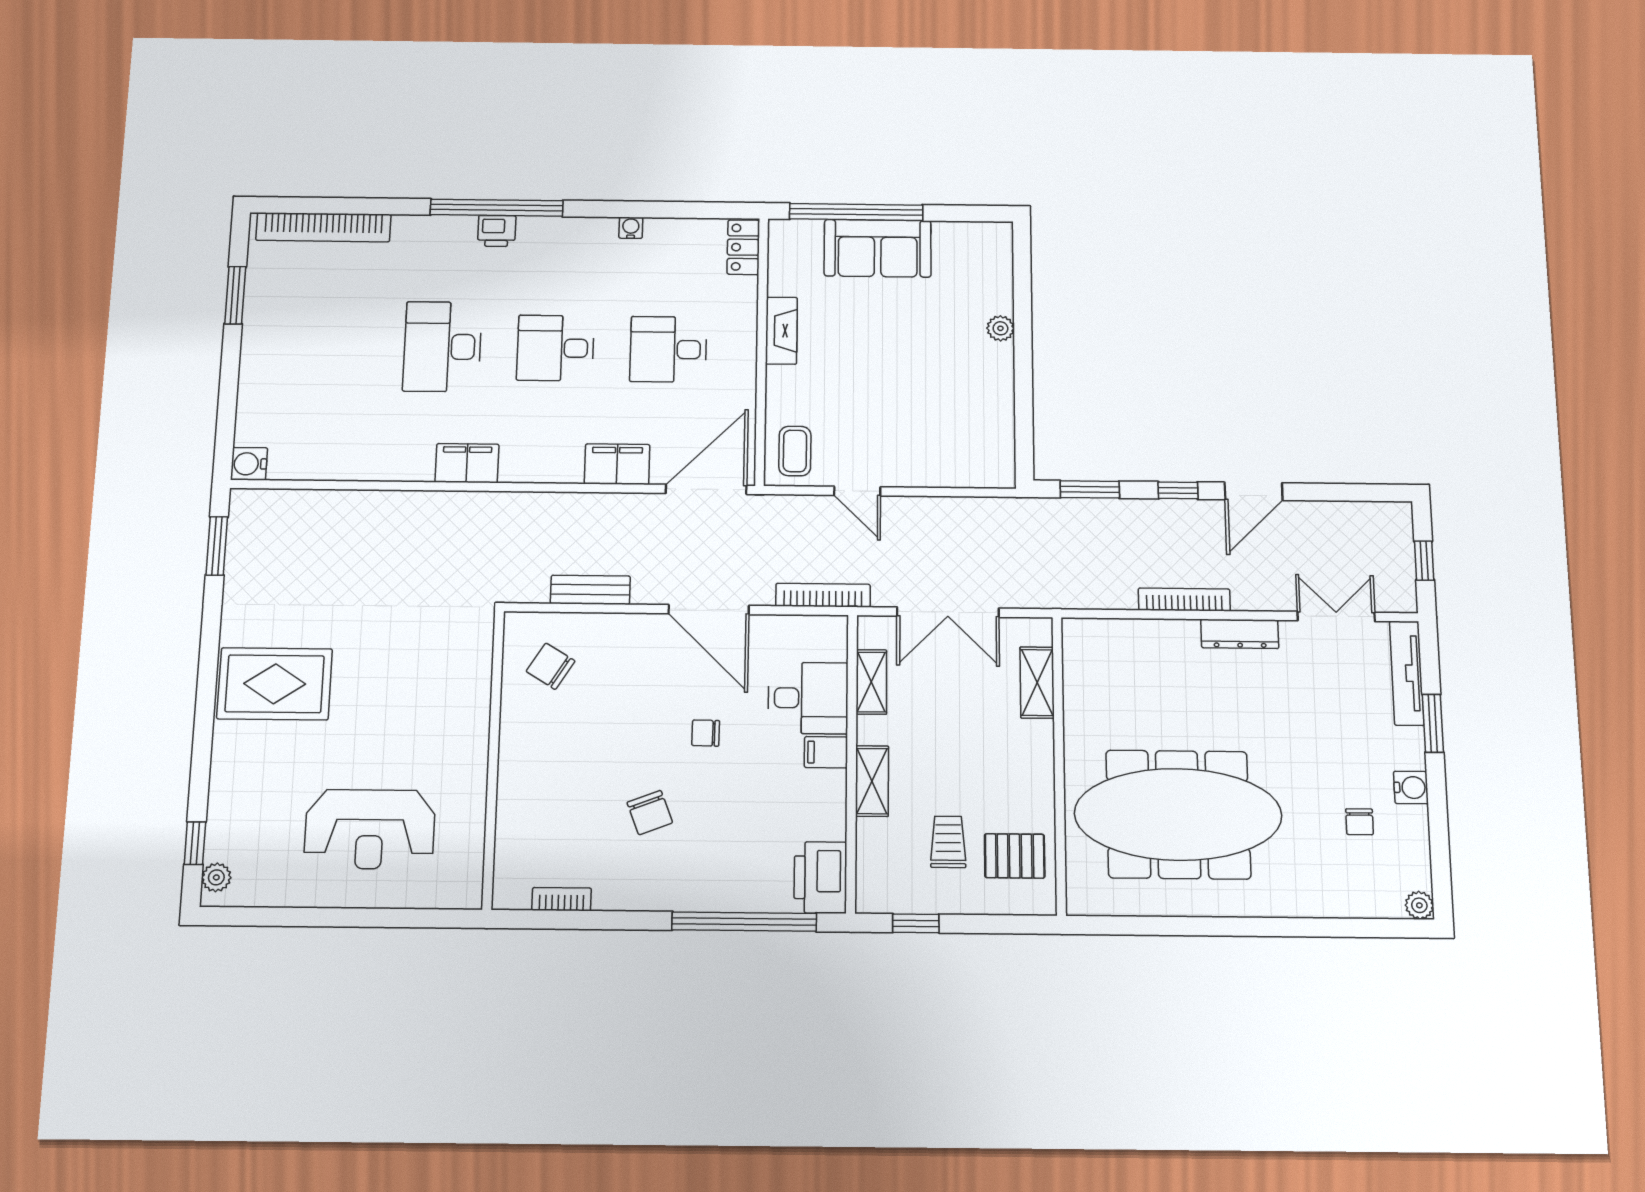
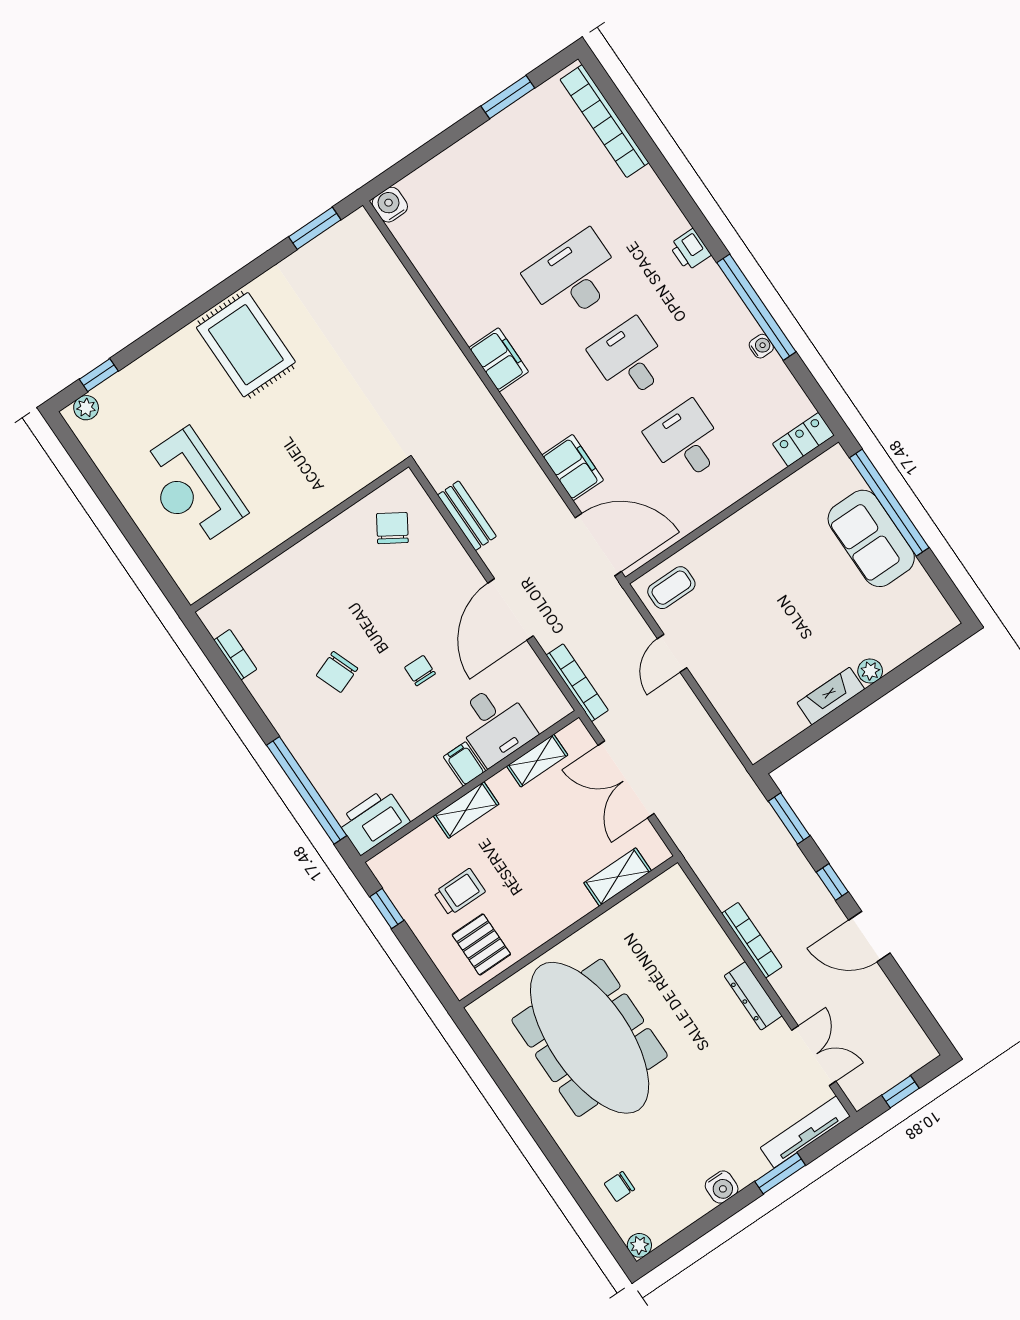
window: (497, 208) -> (756, 307), moved
fireplace: (781, 331) -> (831, 696), moved, turned 180
chair: (1360, 822) -> (619, 1186), moved

